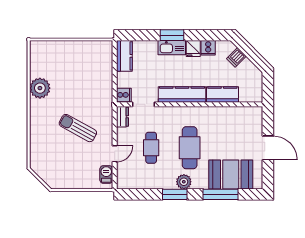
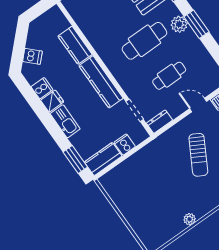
window: (172, 35) -> (75, 159), moved
plant: (40, 88) -> (190, 219), width x0.53, depth x0.53
cooker: (124, 95) -> (125, 144), moved

